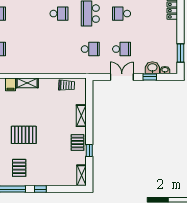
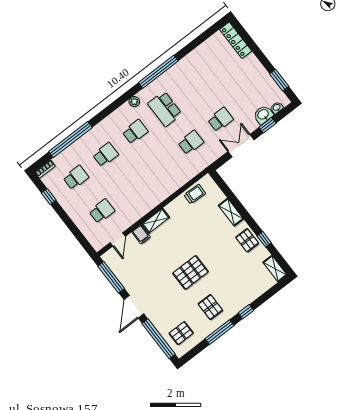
school desk: (122, 14) -> (106, 155), moved, turned 180

